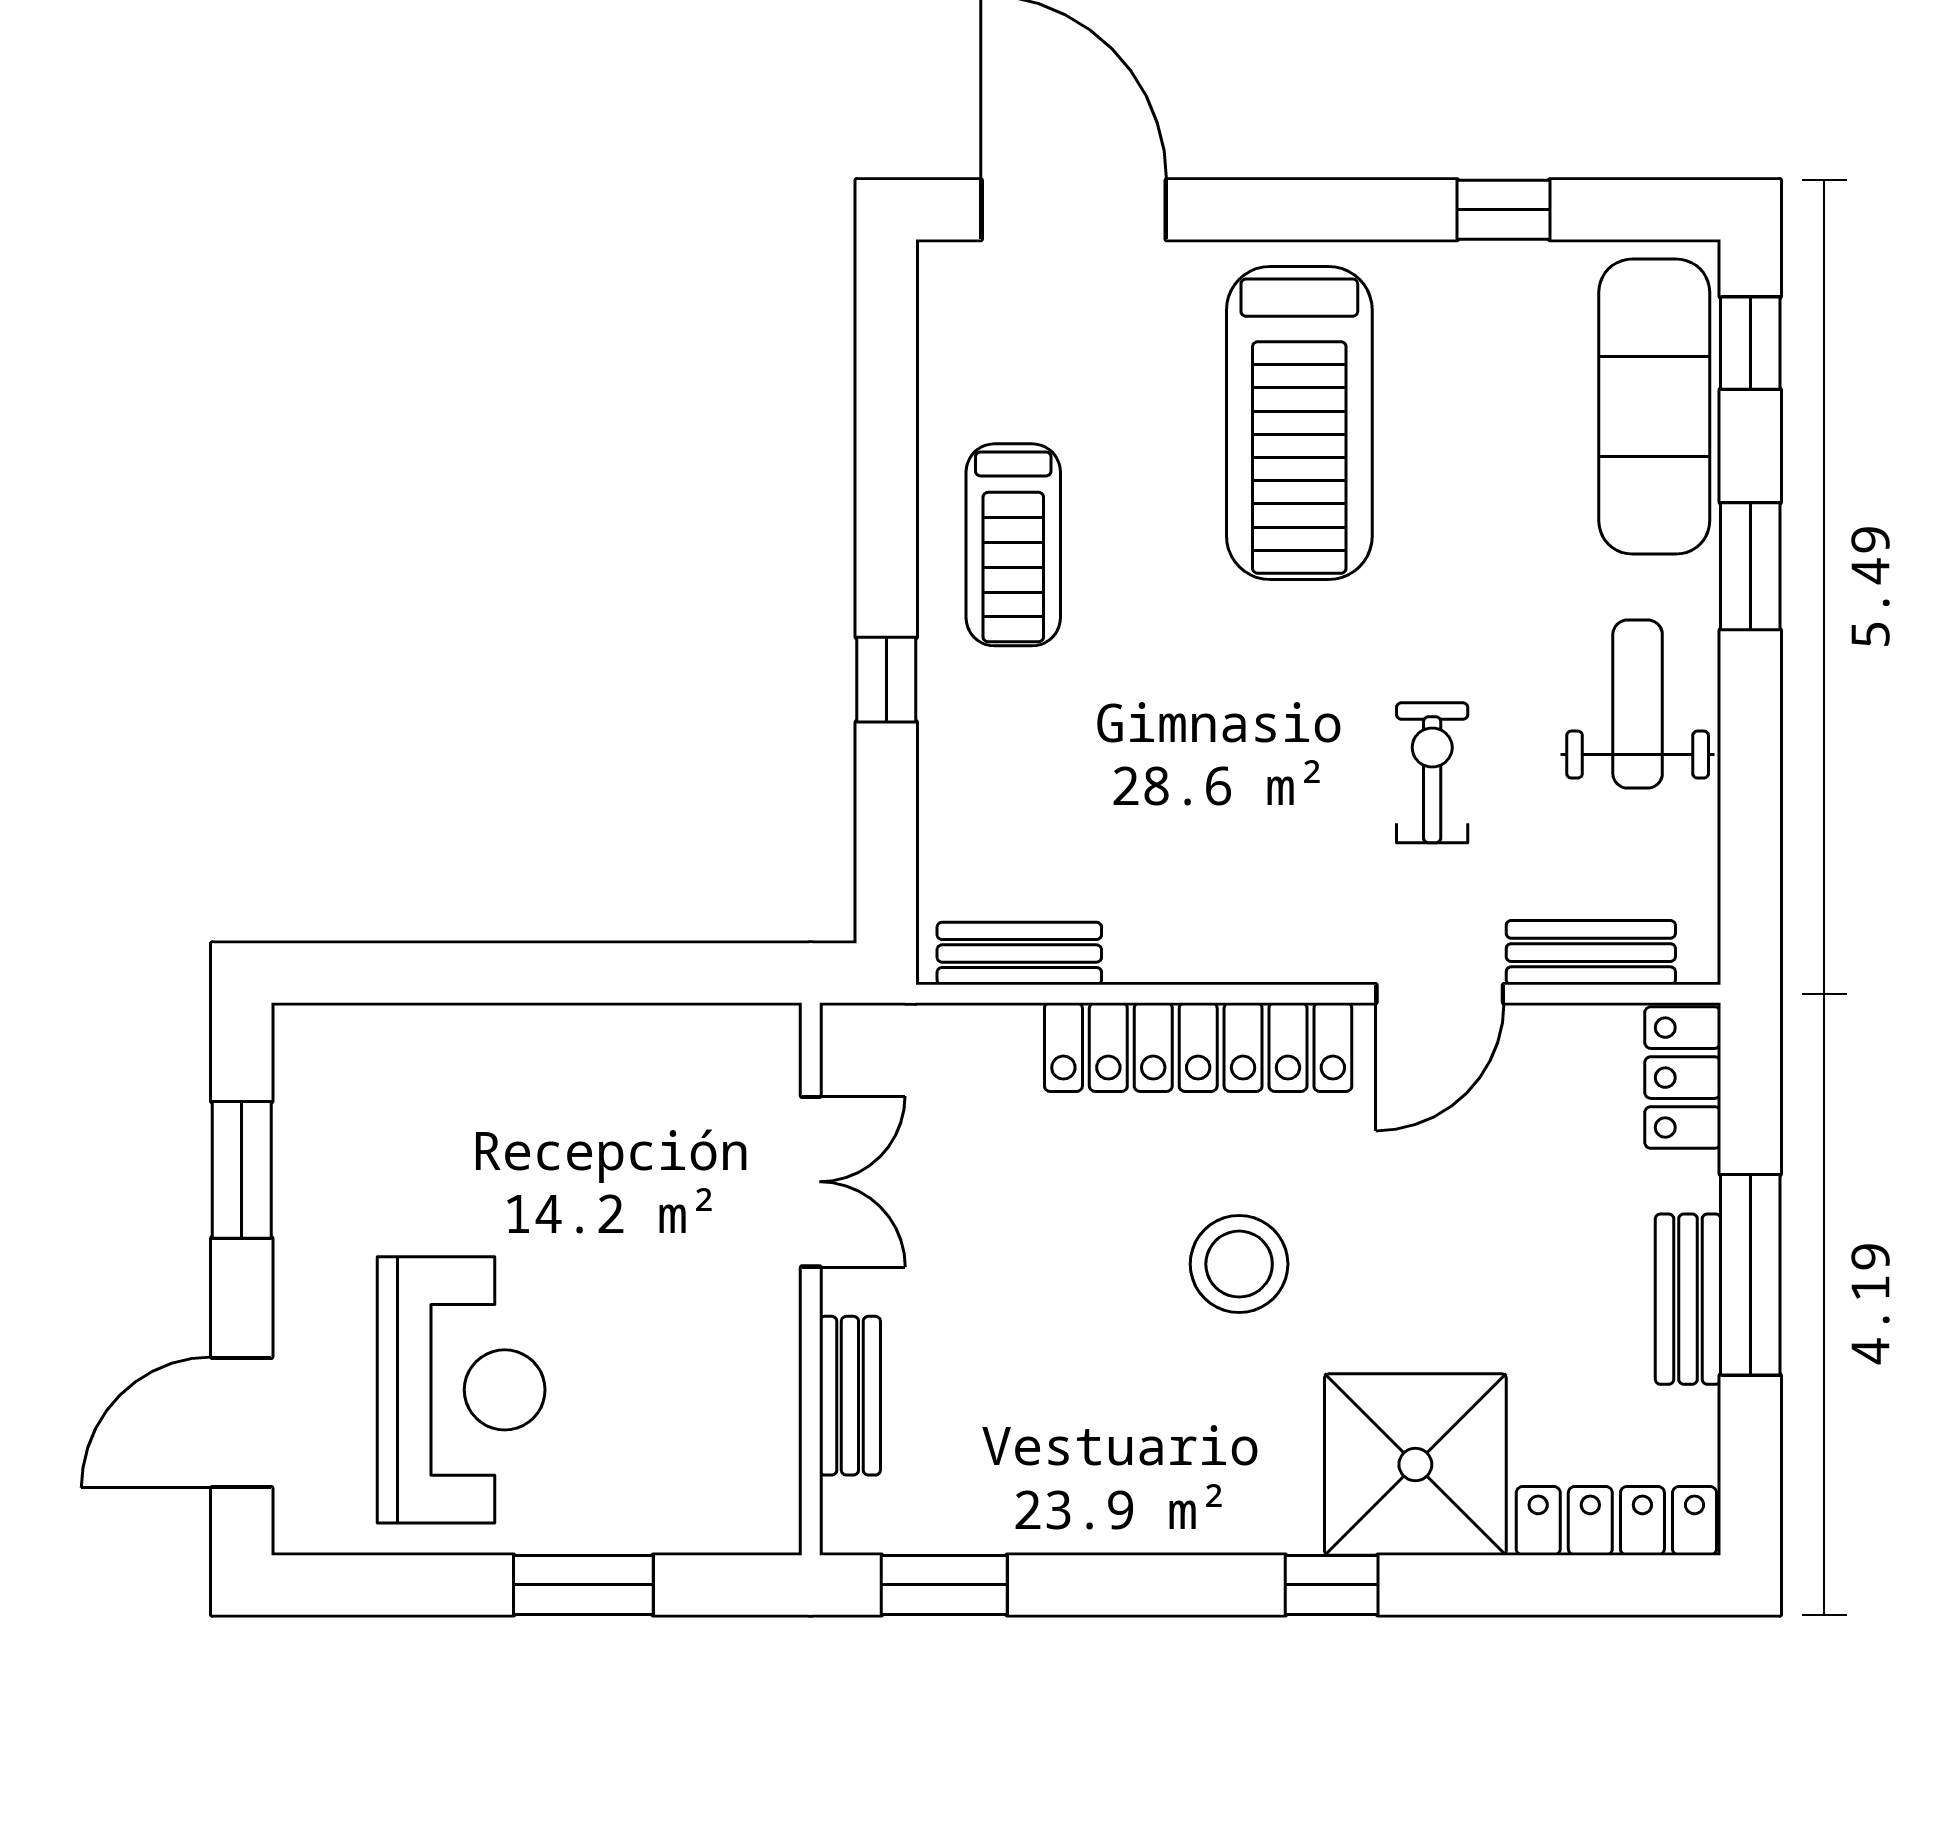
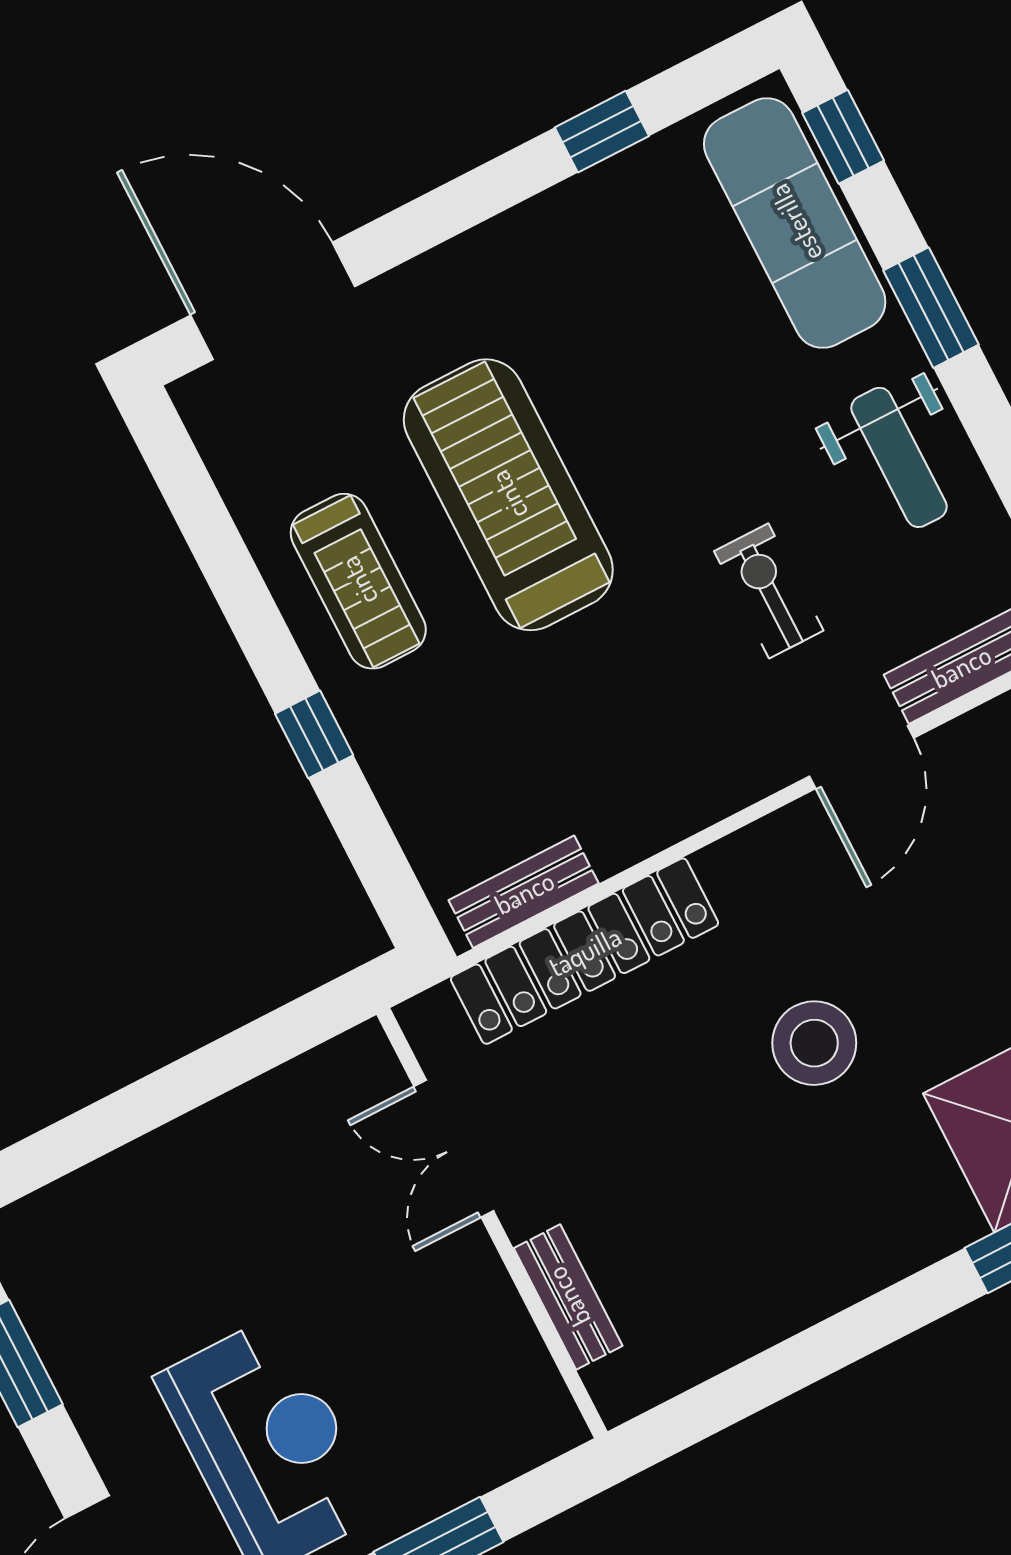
treadmill: (1299, 423) -> (508, 495), moved, turned 180
weight bench: (1638, 704) -> (899, 457), turned 180
locker: (1198, 1047) -> (585, 951), moved
double door: (811, 1182) -> (454, 1149), swing flipped
window: (944, 1585) -> (715, 1405), removed

